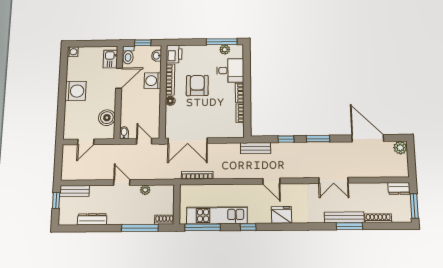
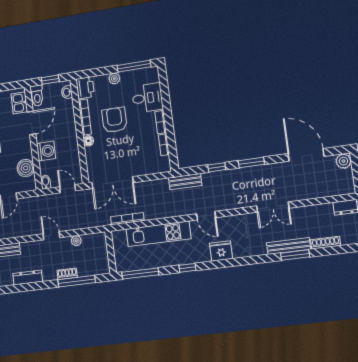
plant: (225, 50) -> (114, 79), moved
washing machine: (153, 81) -> (46, 151), moved, turned 180
kitchen unit: (217, 215) -> (158, 234), moved, turned 180
shoe rack: (164, 220) -> (67, 274), moved

